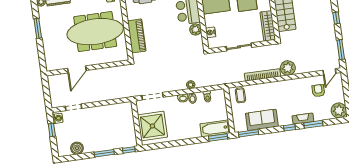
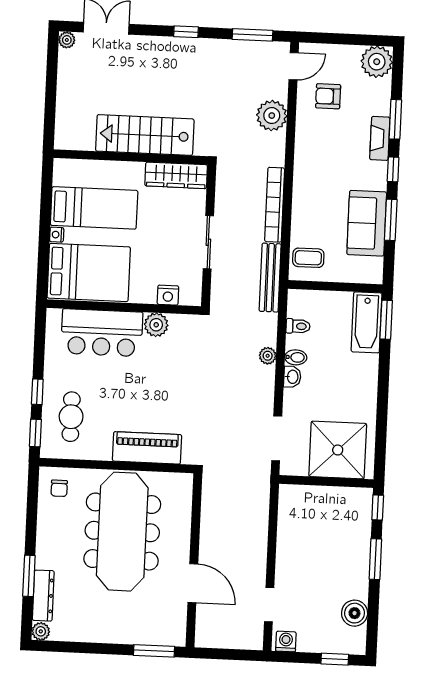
window: (38, 28) -> (154, 651), moved
plant: (288, 68) -> (272, 116), moved
door: (329, 72) -> (294, 66), hinge flipped
bench: (228, 79) -> (270, 278), added
window: (52, 130) -> (335, 659), moved
window: (249, 133) -> (391, 220), moved

